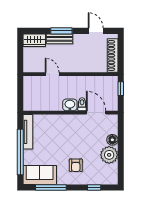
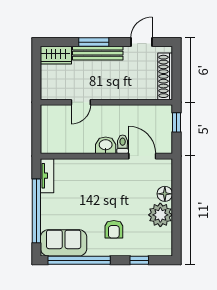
door: (96, 31) -> (142, 42), hinge flipped
bench: (59, 39) -> (98, 53), width x1.36
door: (52, 74) -> (81, 102), swing flipped
tv unit: (28, 132) -> (47, 176), width x0.71
window: (51, 187) -> (79, 260), width x1.46

